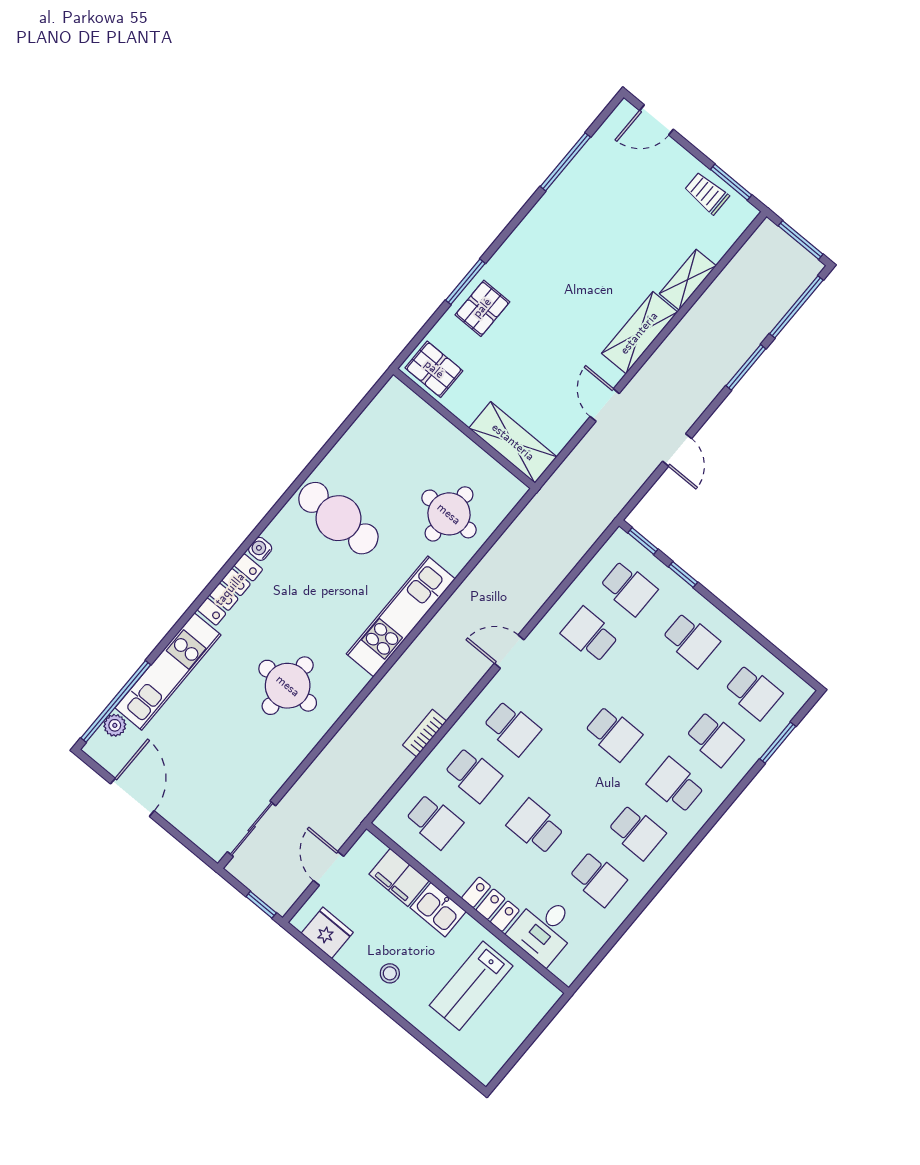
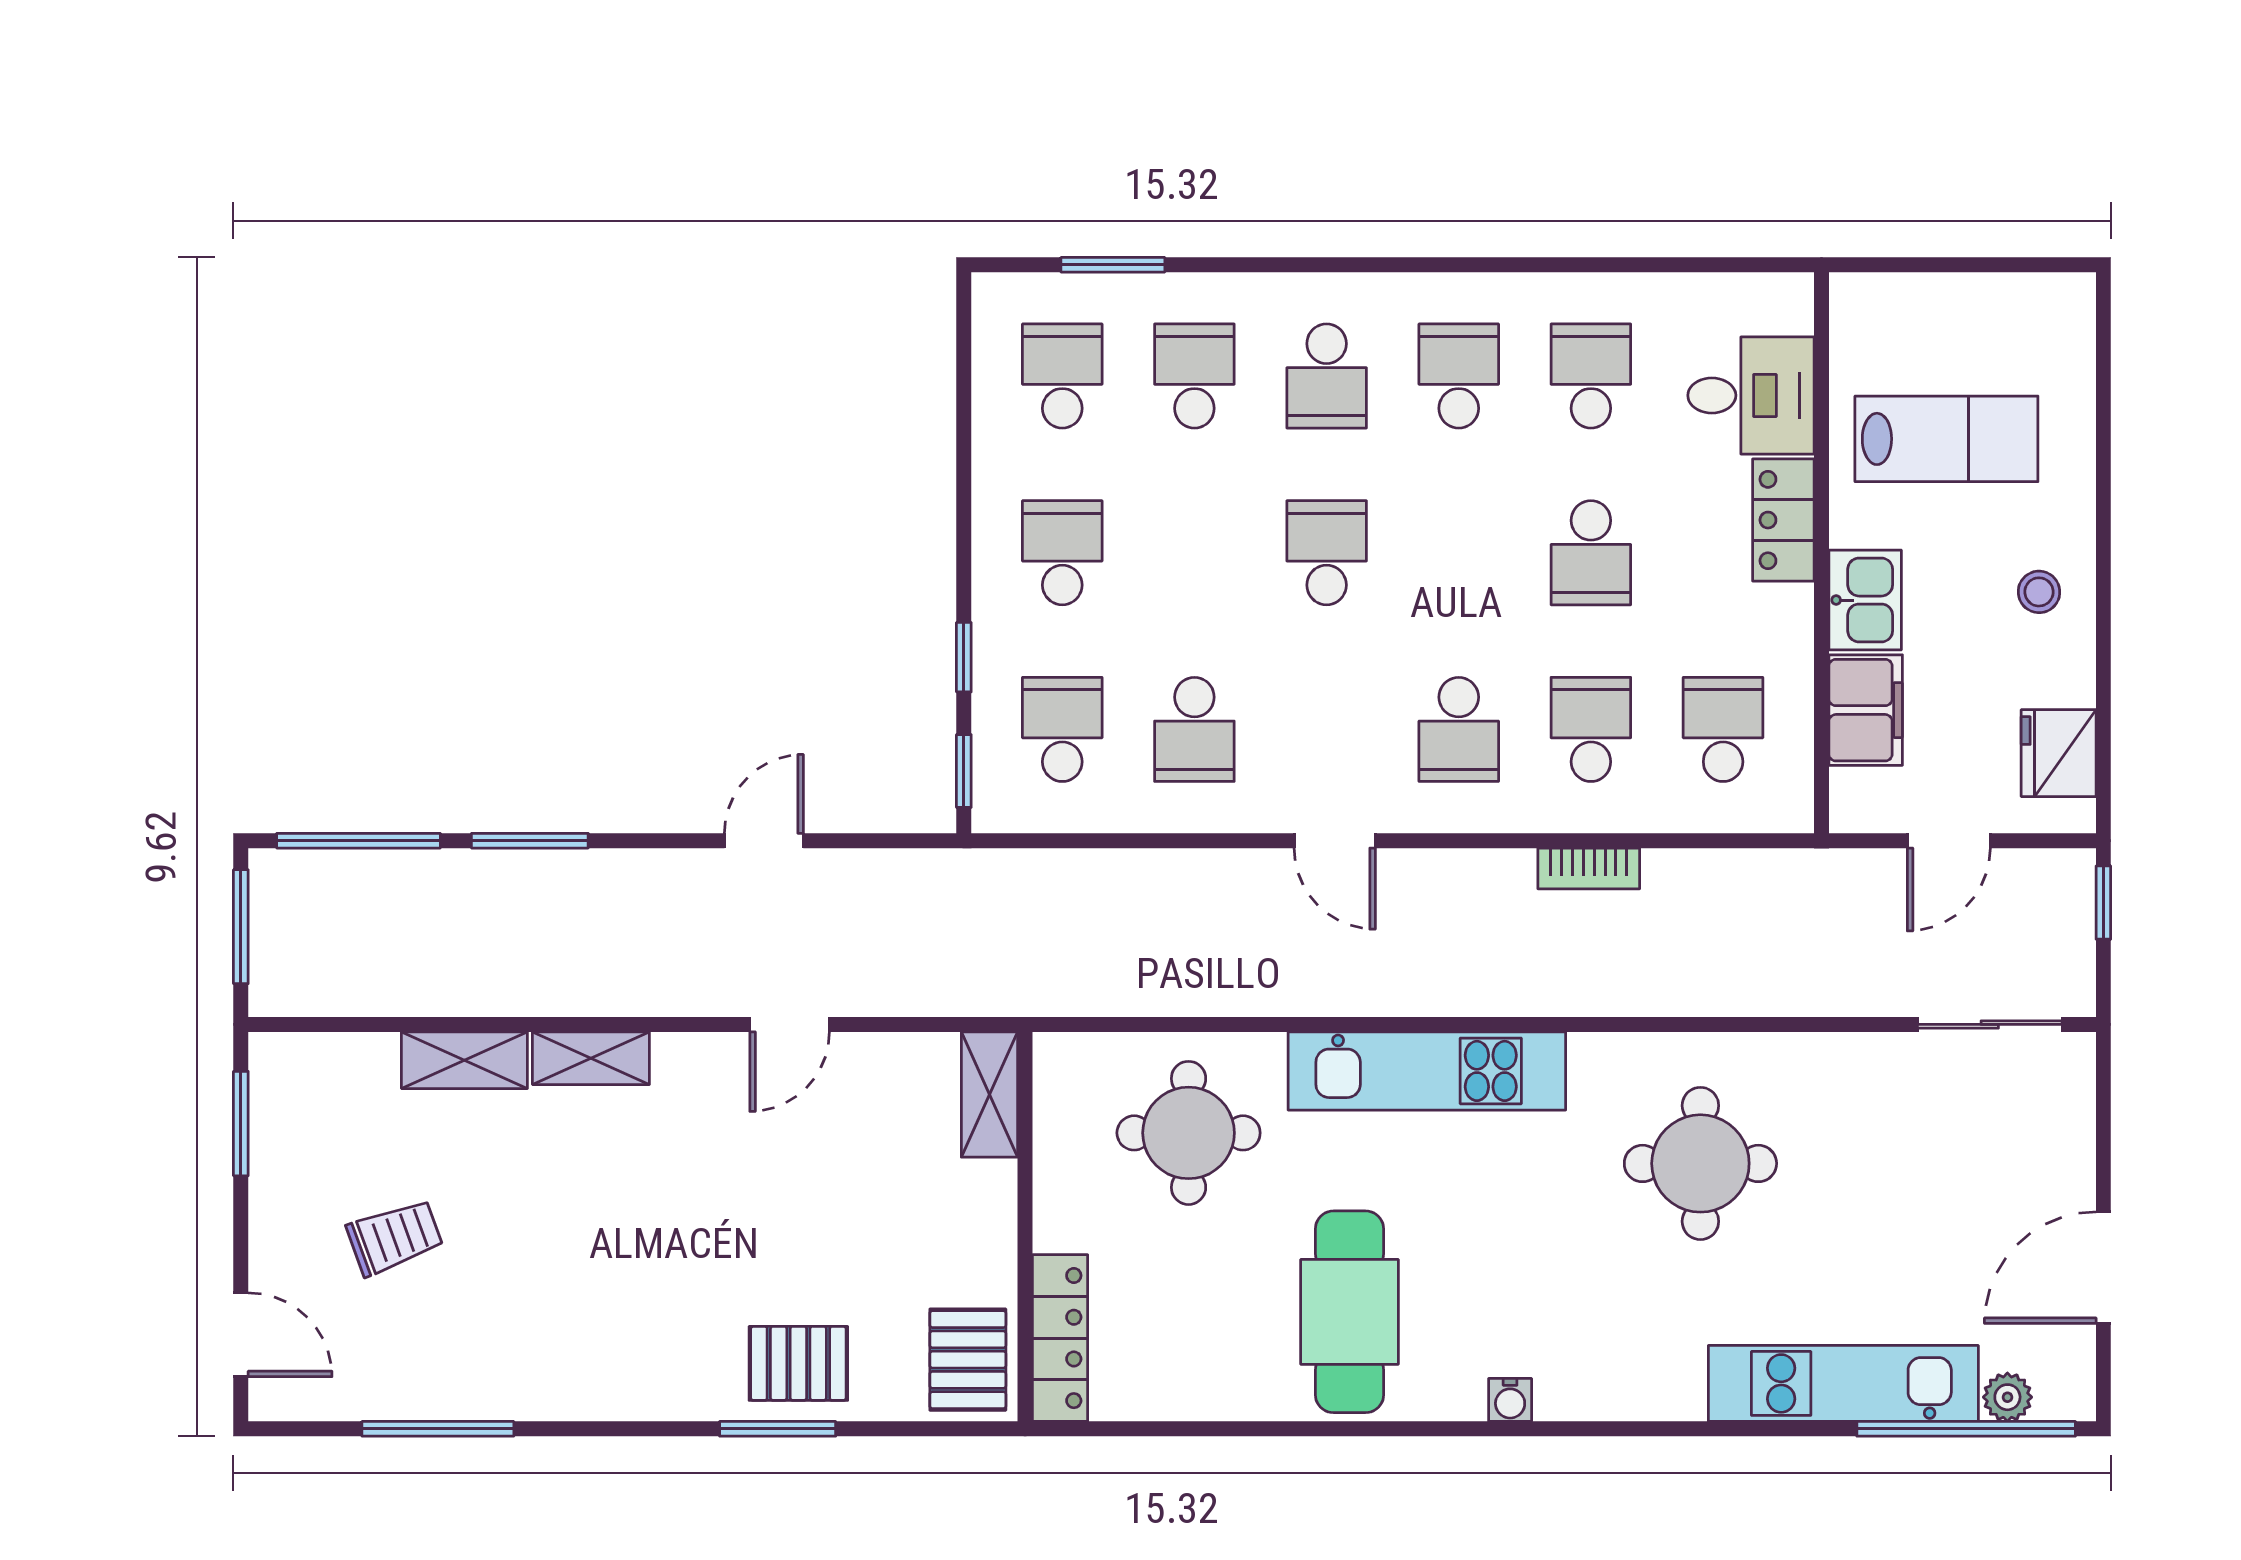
trolley: (707, 193) -> (395, 1237), moved, turned -110
shelving: (639, 333) -> (591, 1058), width x0.67, depth x0.75
shelving: (513, 442) -> (989, 1095), width x0.67, depth x0.75
locker: (230, 589) -> (1060, 1338), moved, turned 90
school desk: (512, 728) -> (1459, 729), turned 180

